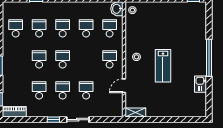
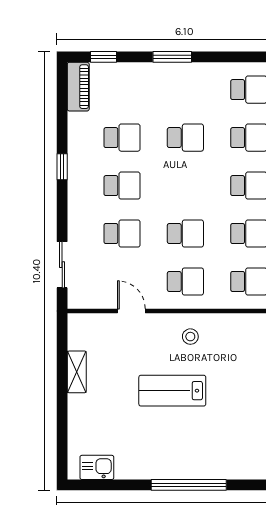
school desk: (63, 59) -> (185, 234), moved
kitchen sink: (201, 84) -> (97, 467), moved
shelving: (135, 112) -> (77, 372), moved
sliding door: (78, 120) -> (62, 265), moved

